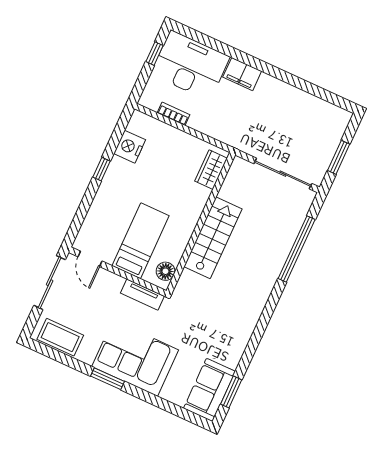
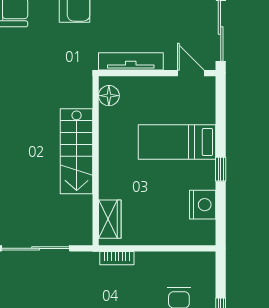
bookcase: (174, 114) -> (117, 258), moved
bed: (141, 241) -> (177, 142), moved, turned 90
tv unit: (142, 295) -> (131, 61), width x1.41

